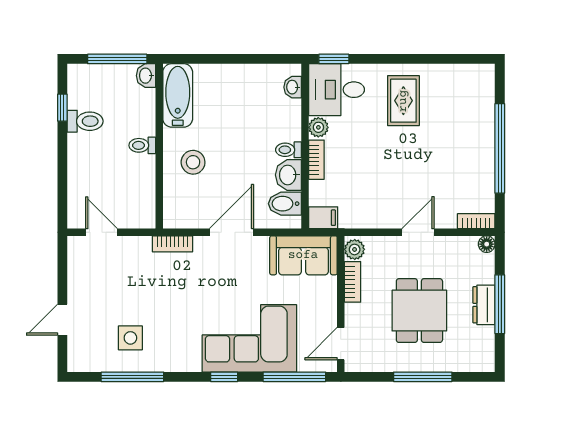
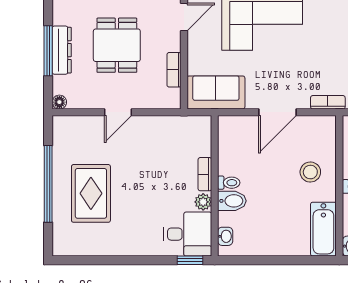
rug: (403, 101) -> (91, 193), moved, width x1.36, depth x1.43
washbasin: (288, 175) -> (229, 161), removed
bidet: (285, 204) -> (232, 201), moved
filing cabinet: (323, 218) -> (199, 125), removed
bookcase: (476, 221) -> (68, 122), removed
plant: (355, 249) -> (172, 97), removed
dresser: (484, 305) -> (62, 50), width x1.44

